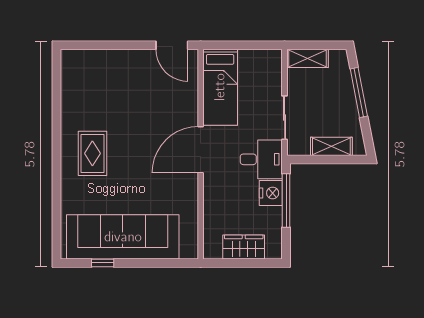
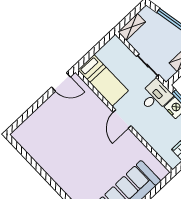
door: (201, 150) -> (122, 119), width x0.73
rug: (92, 153) -> (72, 170), removed

